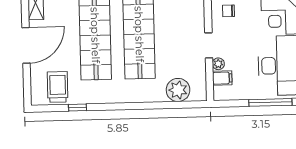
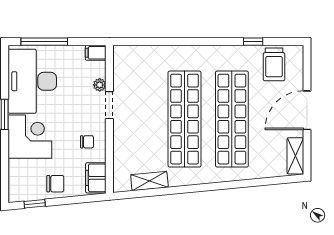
filing cabinet: (222, 78) -> (96, 53), moved
plant: (178, 90) -> (144, 58), removed

